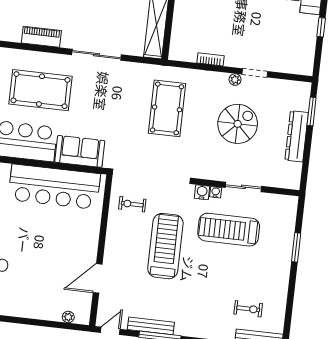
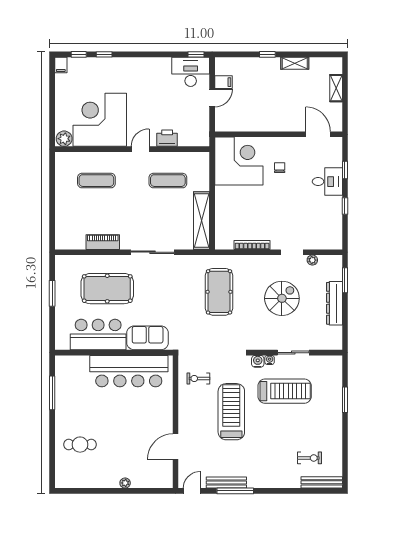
bookcase: (211, 59) -> (252, 245), width x1.56
plant: (235, 80) -> (312, 260), moved
treadmill: (229, 230) -> (285, 391), turned 180
plant: (68, 317) -> (125, 483), moved

